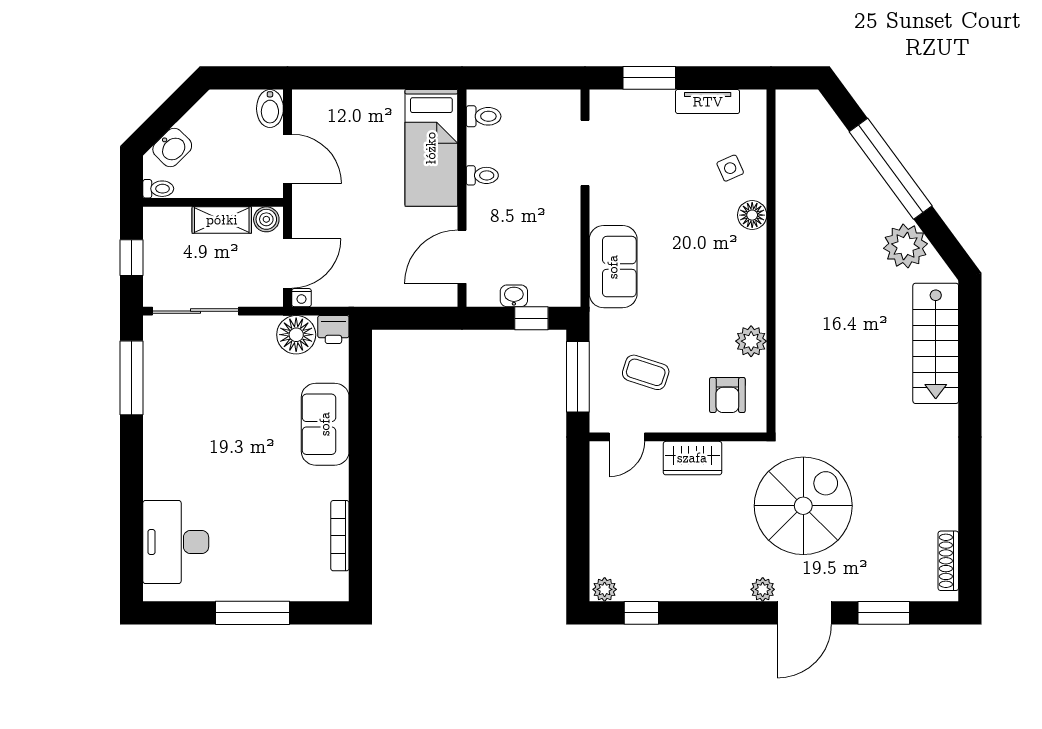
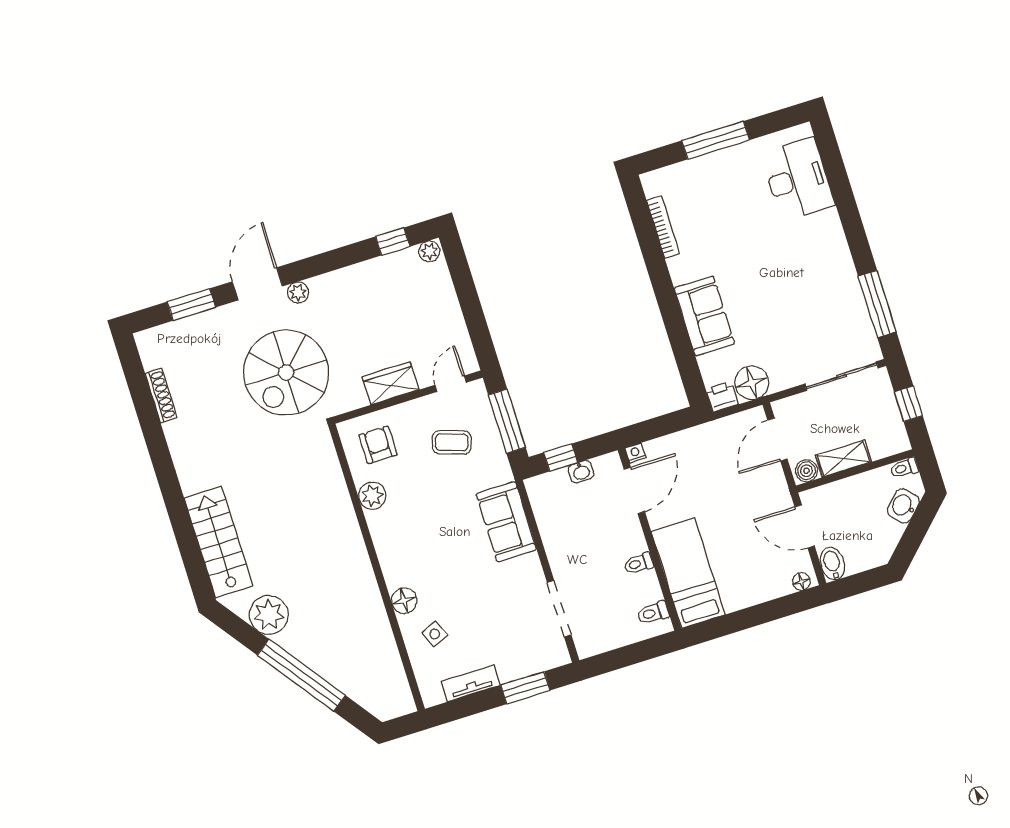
floor lamp: (310, 100) -> (801, 582), added
nightstand: (301, 298) -> (635, 453), moved
shoe rack: (948, 561) -> (161, 395), moved

